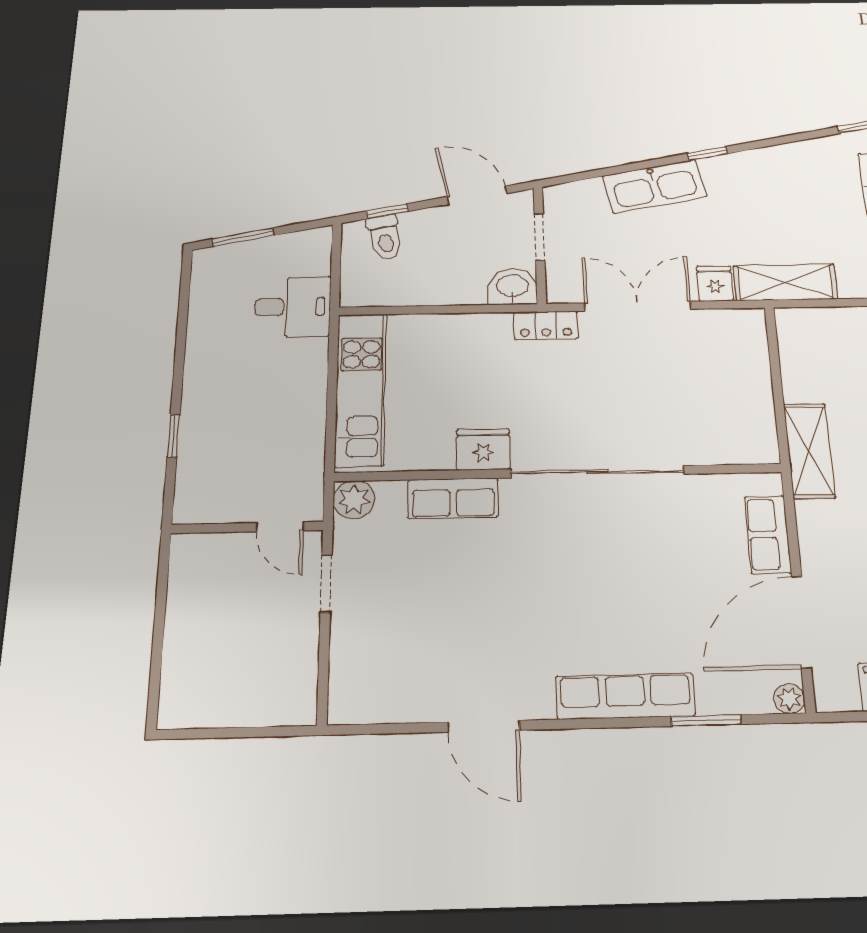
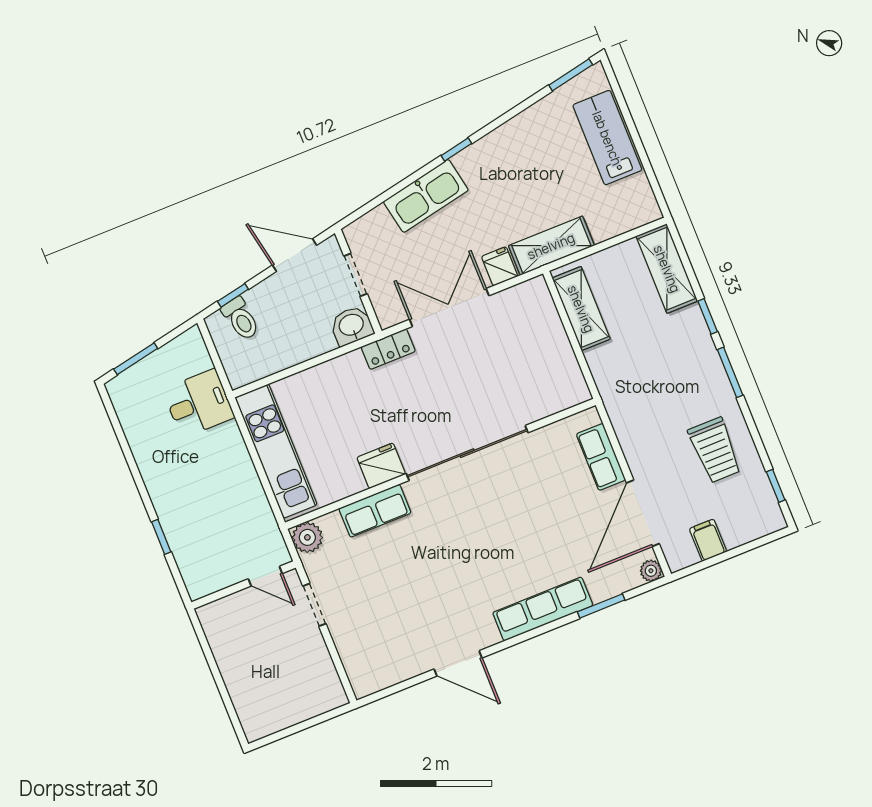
shelving: (809, 451) -> (581, 309), moved

